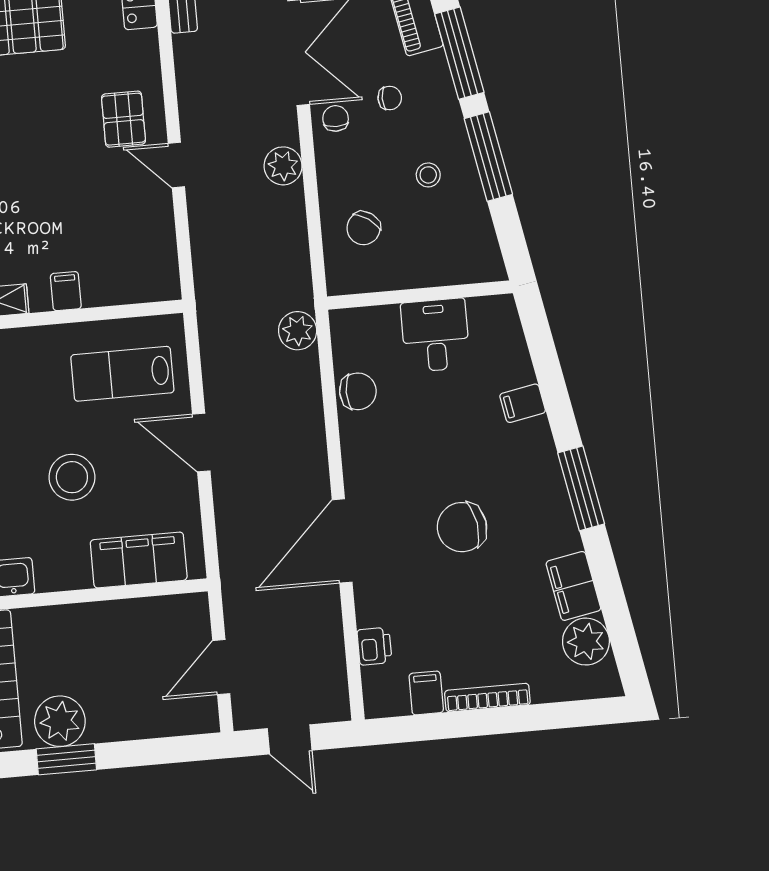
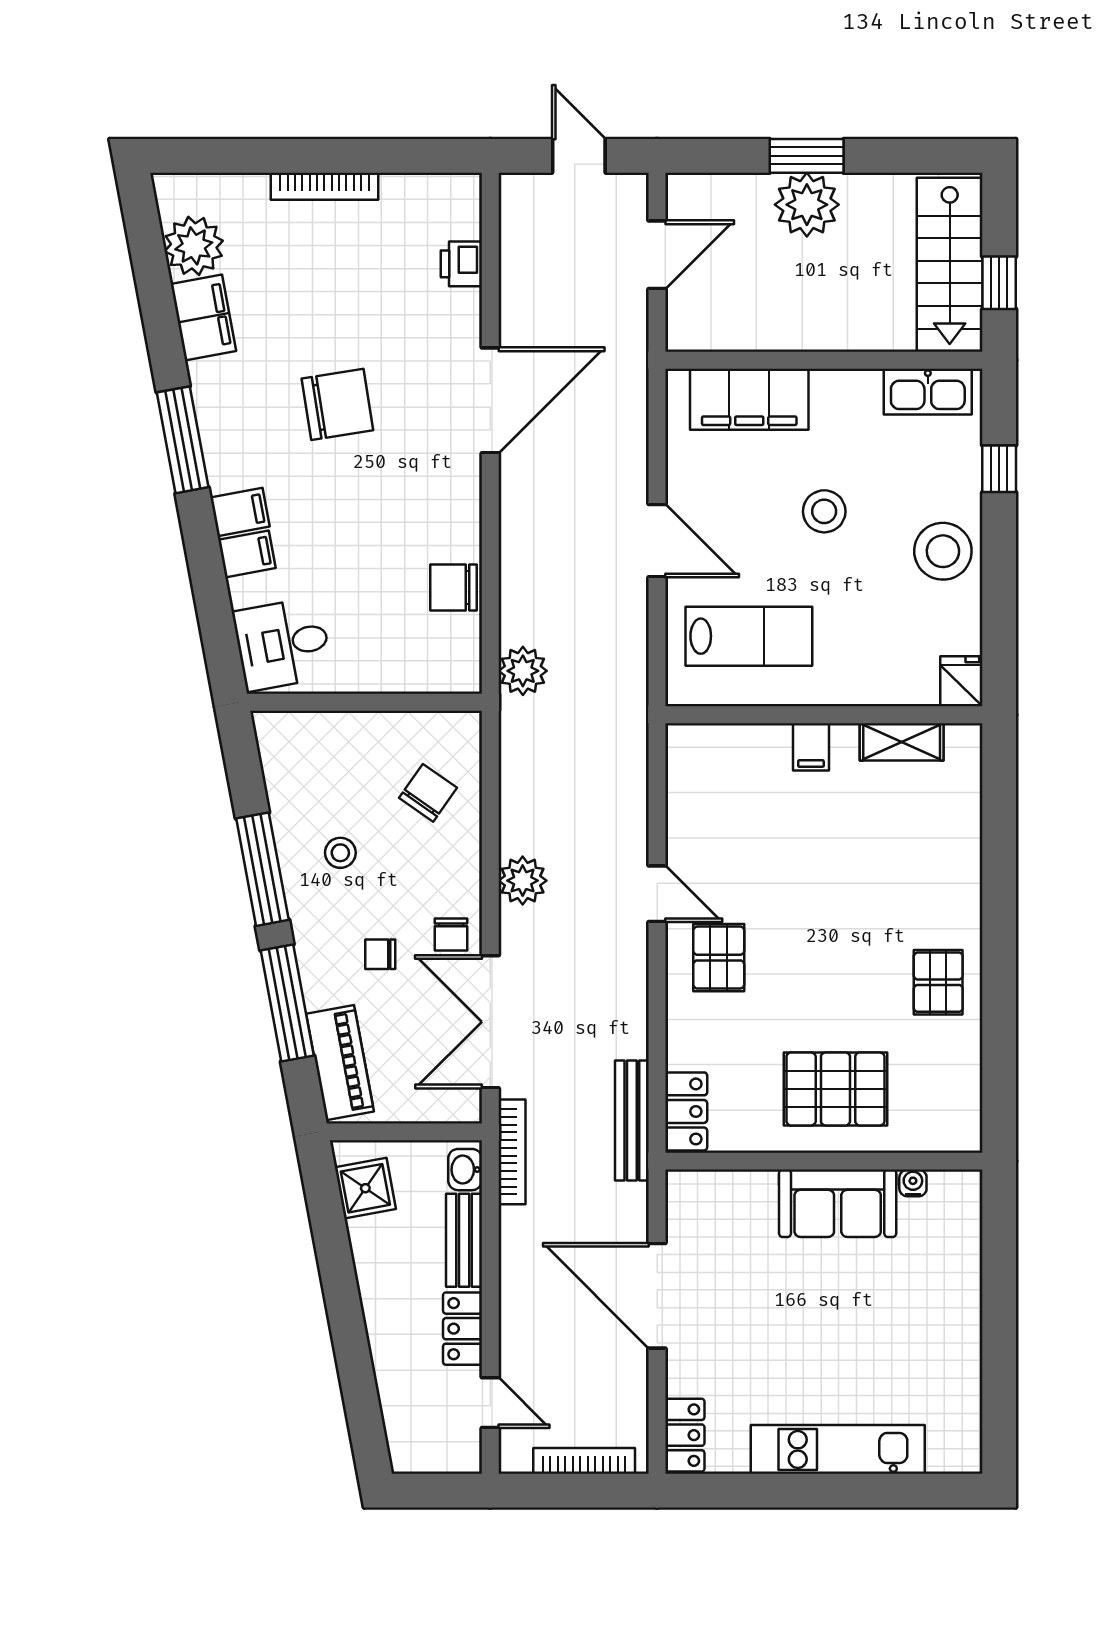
desk: (435, 335) -> (283, 644), moved, turned 79
stool: (72, 477) -> (824, 511), width x0.73, depth x0.73
filing cabinet: (426, 693) -> (240, 512), moved, turned -101
plant: (60, 721) -> (807, 205), moved
window: (66, 759) -> (807, 156), moved

